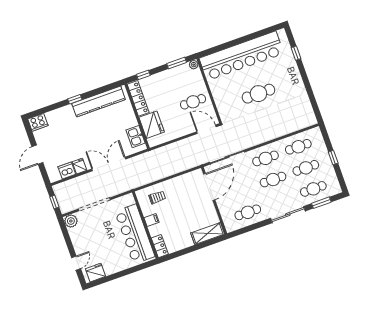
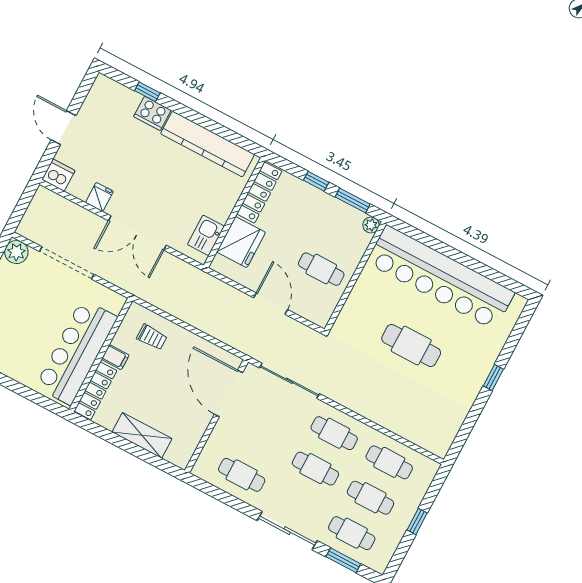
window: (296, 53) -> (493, 377), moved
window: (143, 75) -> (316, 181), moved
window: (75, 99) -> (147, 92), moved
cooker: (38, 122) -> (152, 113), moved
door: (206, 129) -> (271, 304), moved
door: (37, 155) -> (64, 128), hinge flipped
double door: (109, 164) -> (137, 233), swing flipped
dishwasher: (67, 170) -> (58, 175), moved
door: (209, 187) -> (229, 393), swing flipped
window: (54, 202) -> (21, 207), removed
shelving: (208, 233) -> (142, 435), moved
locker: (160, 246) -> (95, 391), width x1.53

